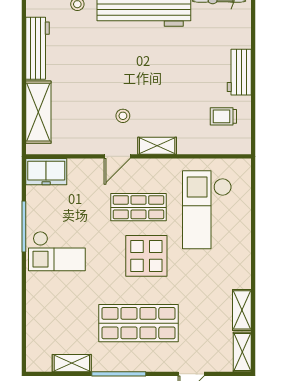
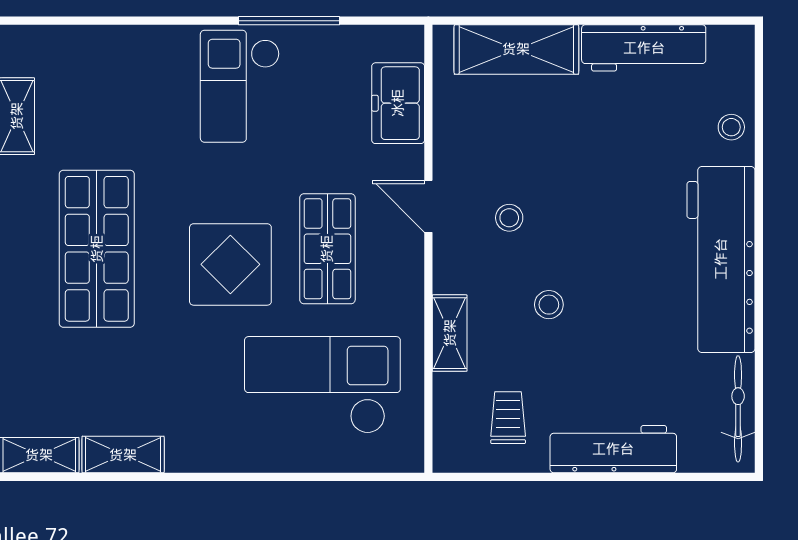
workbench: (239, 72) -> (613, 449), width x1.38
stool: (167, 96) -> (549, 305), added
shelving: (157, 146) -> (450, 333), moved
freezer: (46, 172) -> (398, 103), moved

